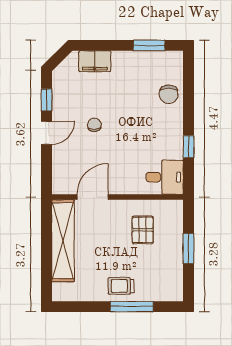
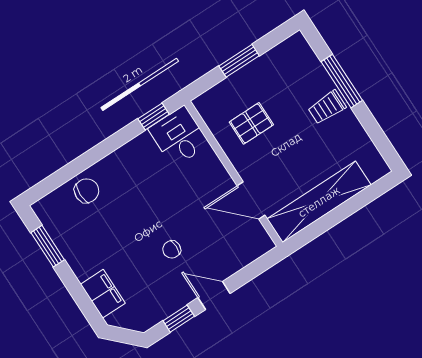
window: (188, 147) -> (154, 117), moved
trolley: (121, 286) -> (327, 107), turned 90

